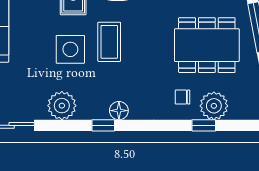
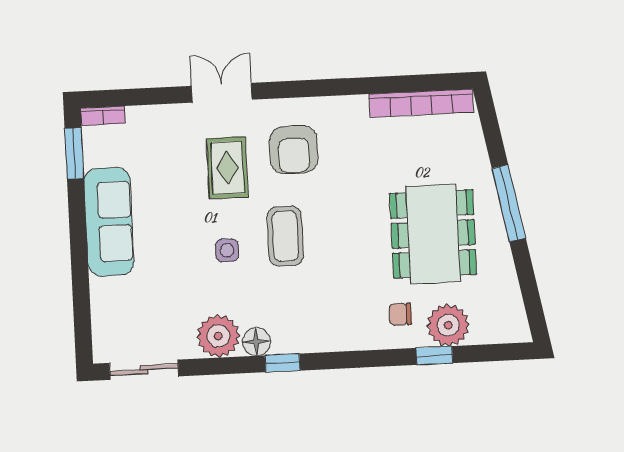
dining table: (207, 45) -> (433, 234), turned 90
side table: (70, 49) -> (227, 250), width x0.54, depth x0.54
floor lamp: (119, 111) -> (256, 342), moved

